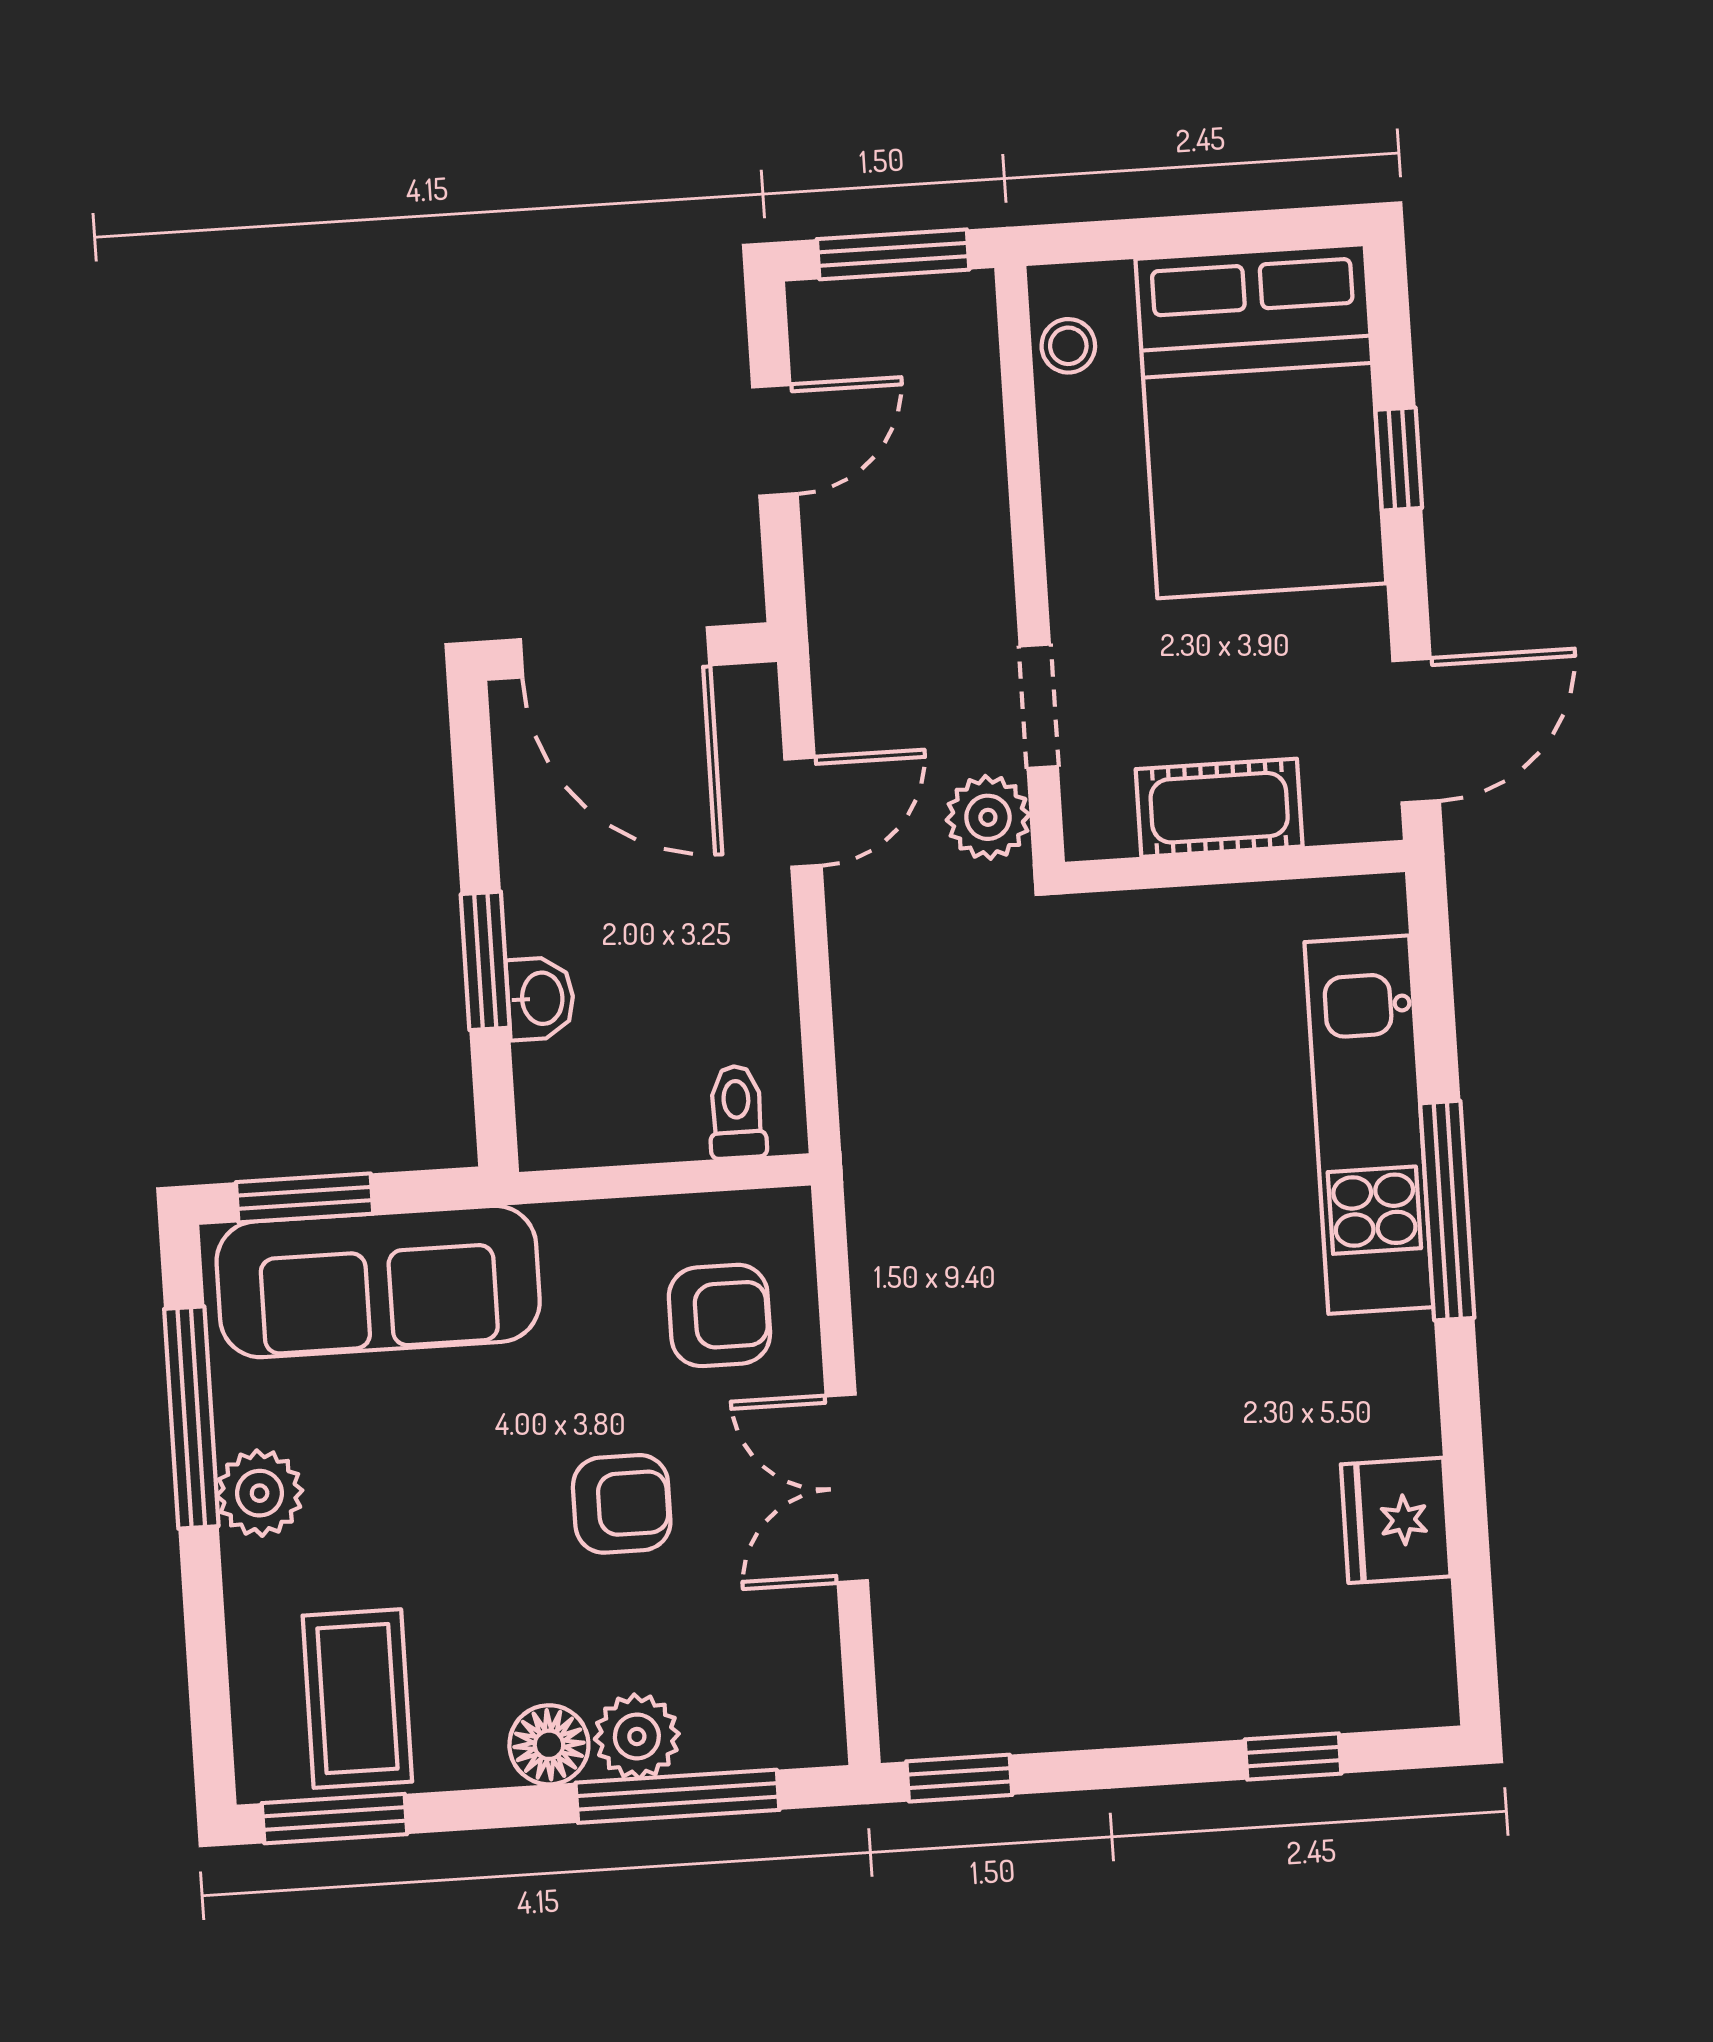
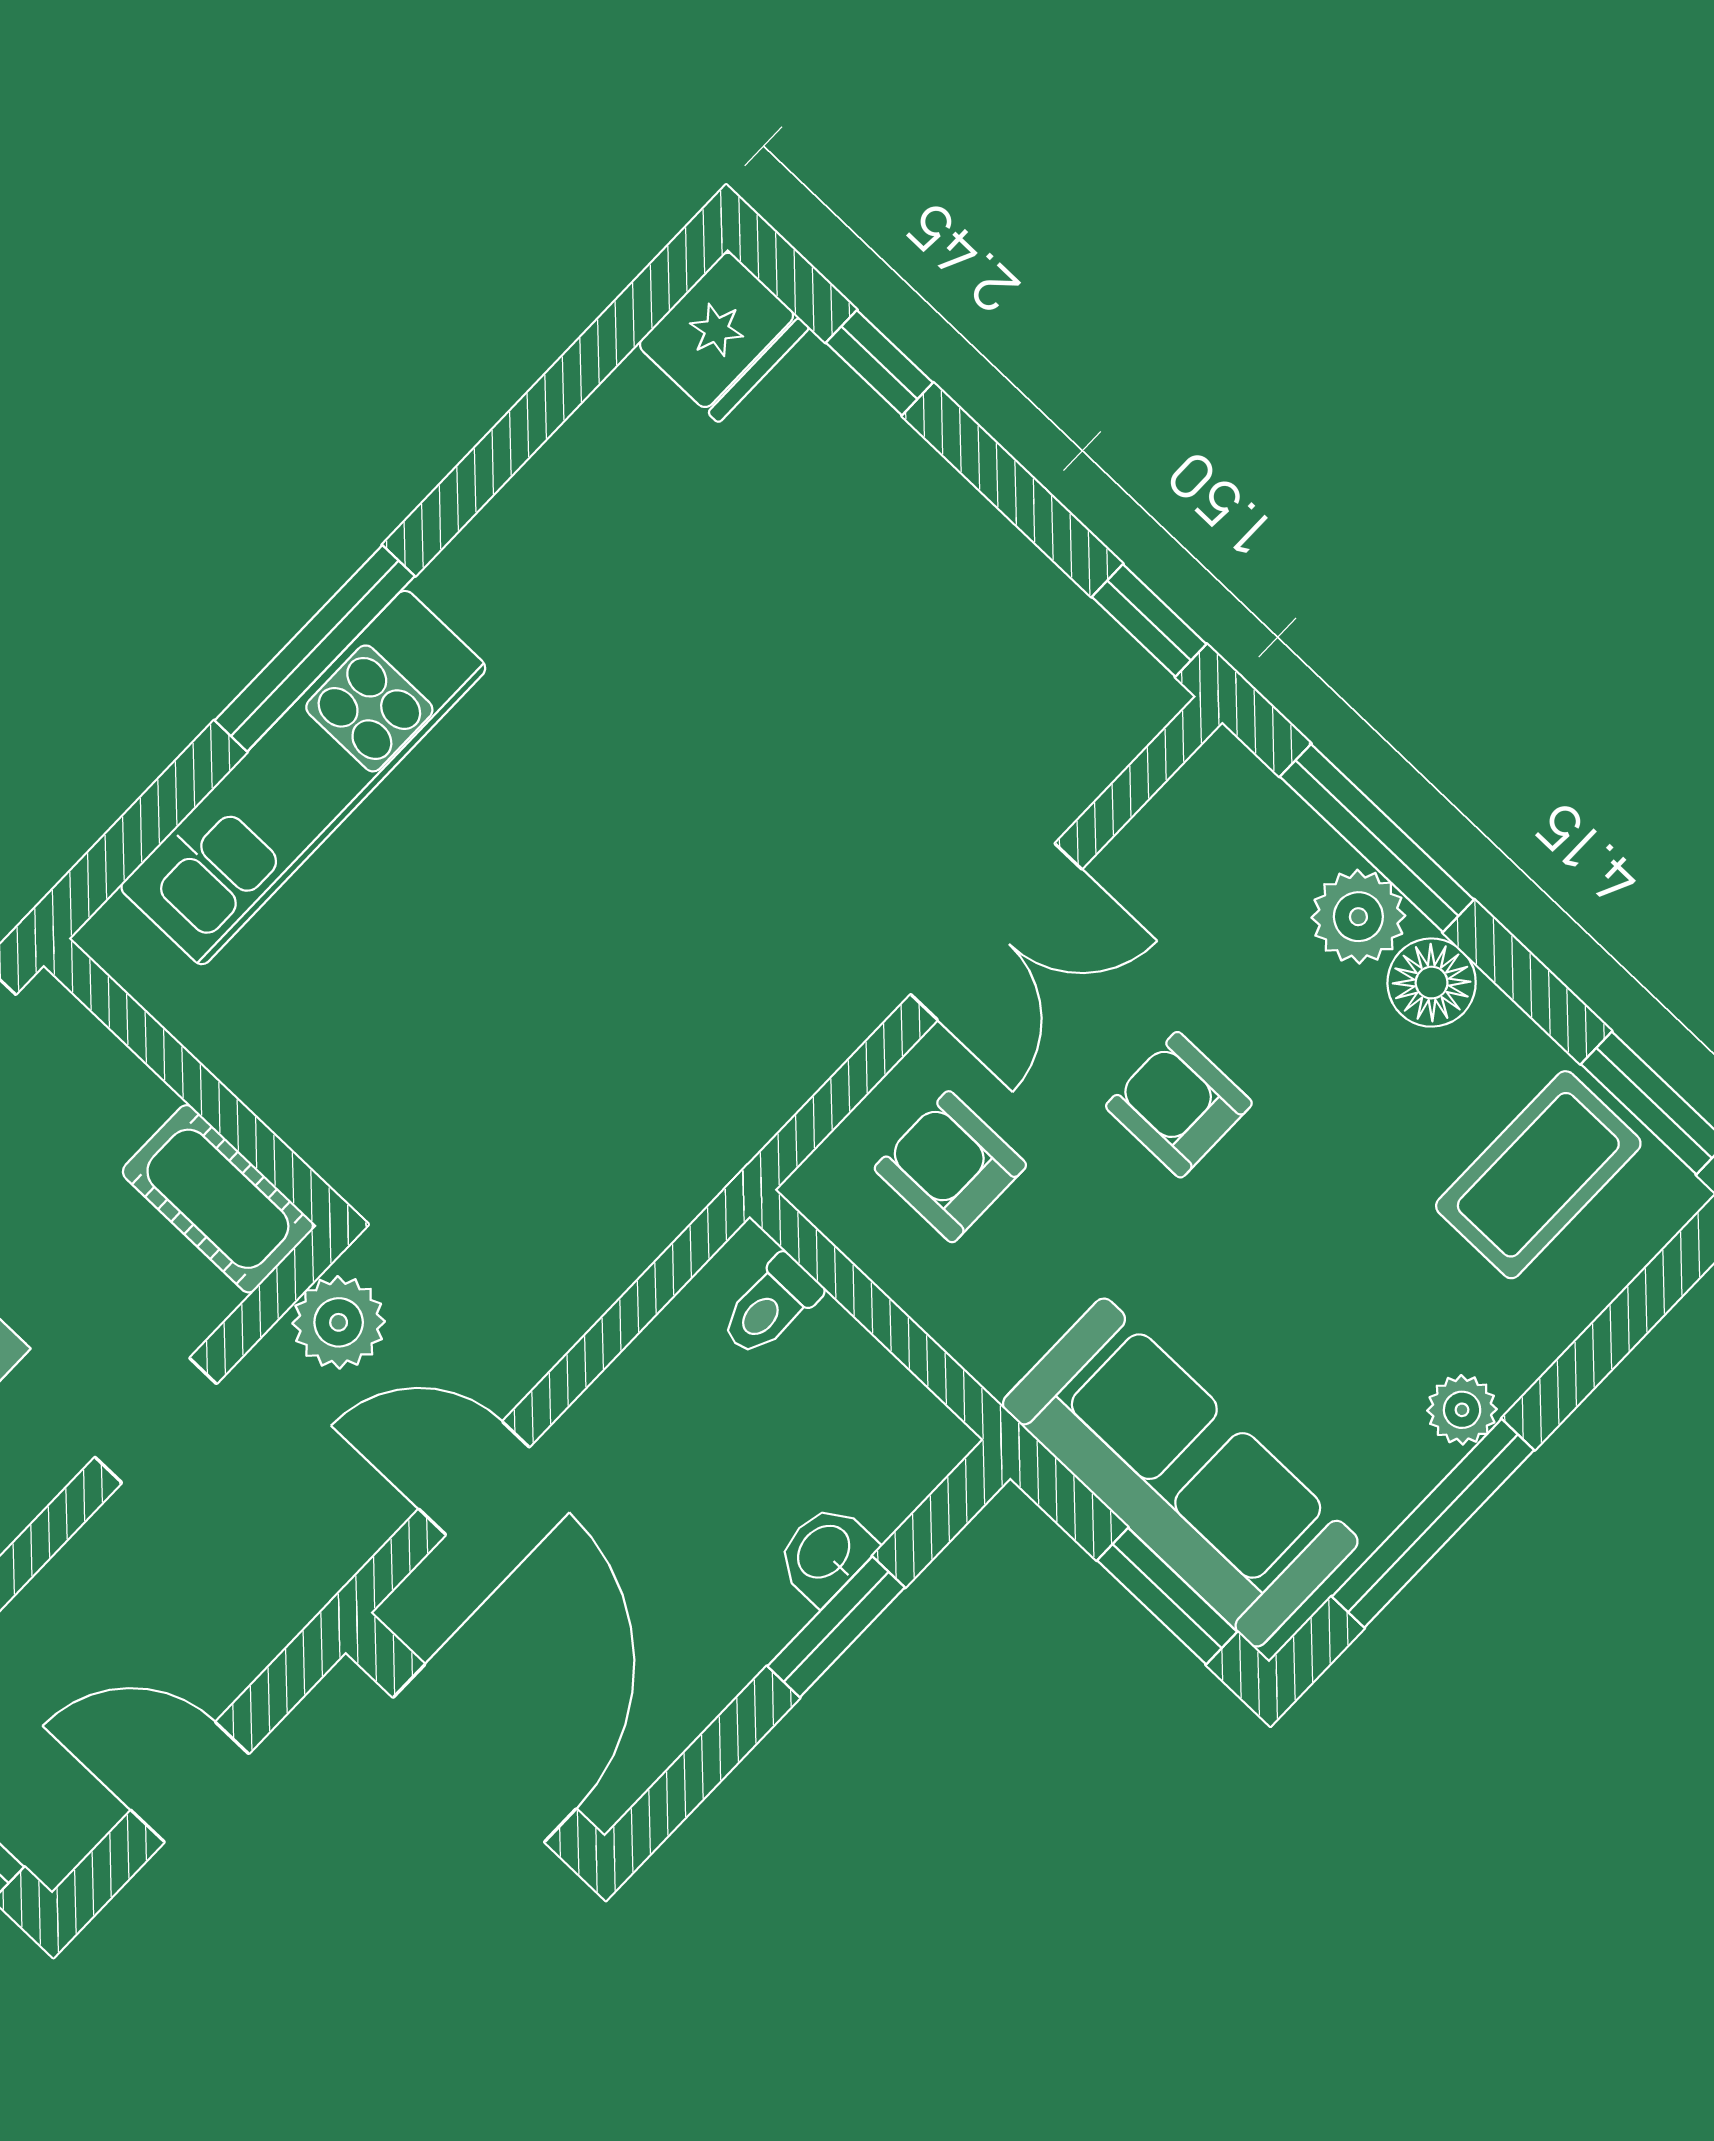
doorway: (1039, 706) -> (156, 1420), moved
cot: (1219, 808) -> (218, 1199), moved
plant: (260, 1493) -> (1462, 1410), width x0.73, depth x0.73
fridge: (1396, 1520) -> (723, 336), moved

